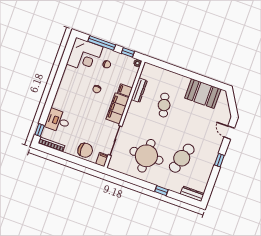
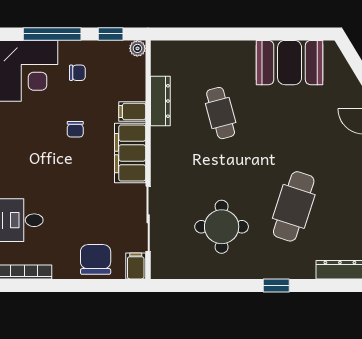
chair: (85, 150) -> (96, 259), turned -90
round table: (146, 156) -> (222, 227), width x0.73, depth x0.73

